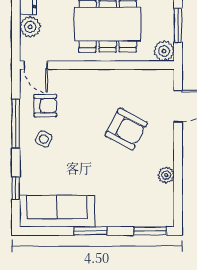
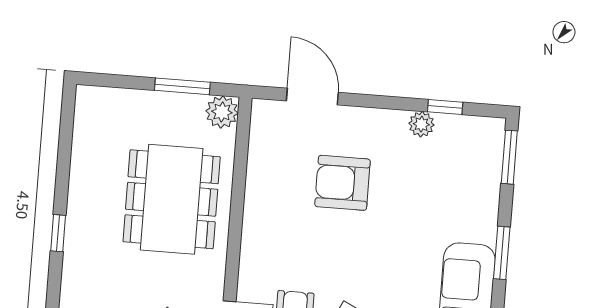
armchair: (126, 129) -> (342, 183), turned -118
window: (178, 189) -> (445, 107), added

